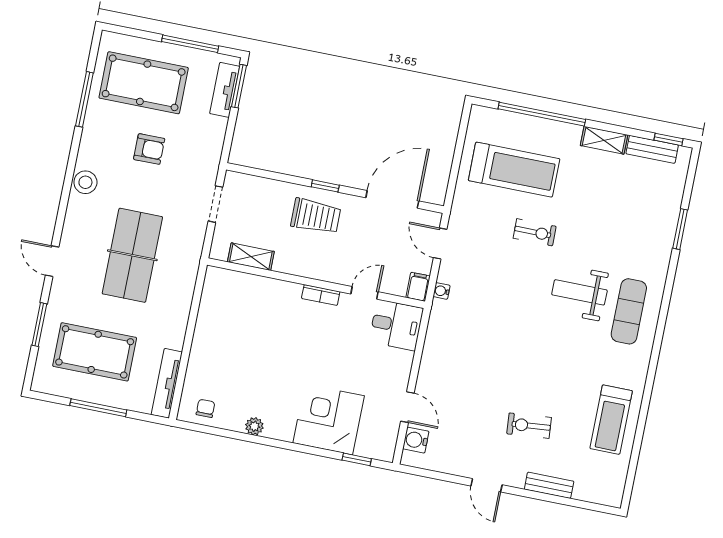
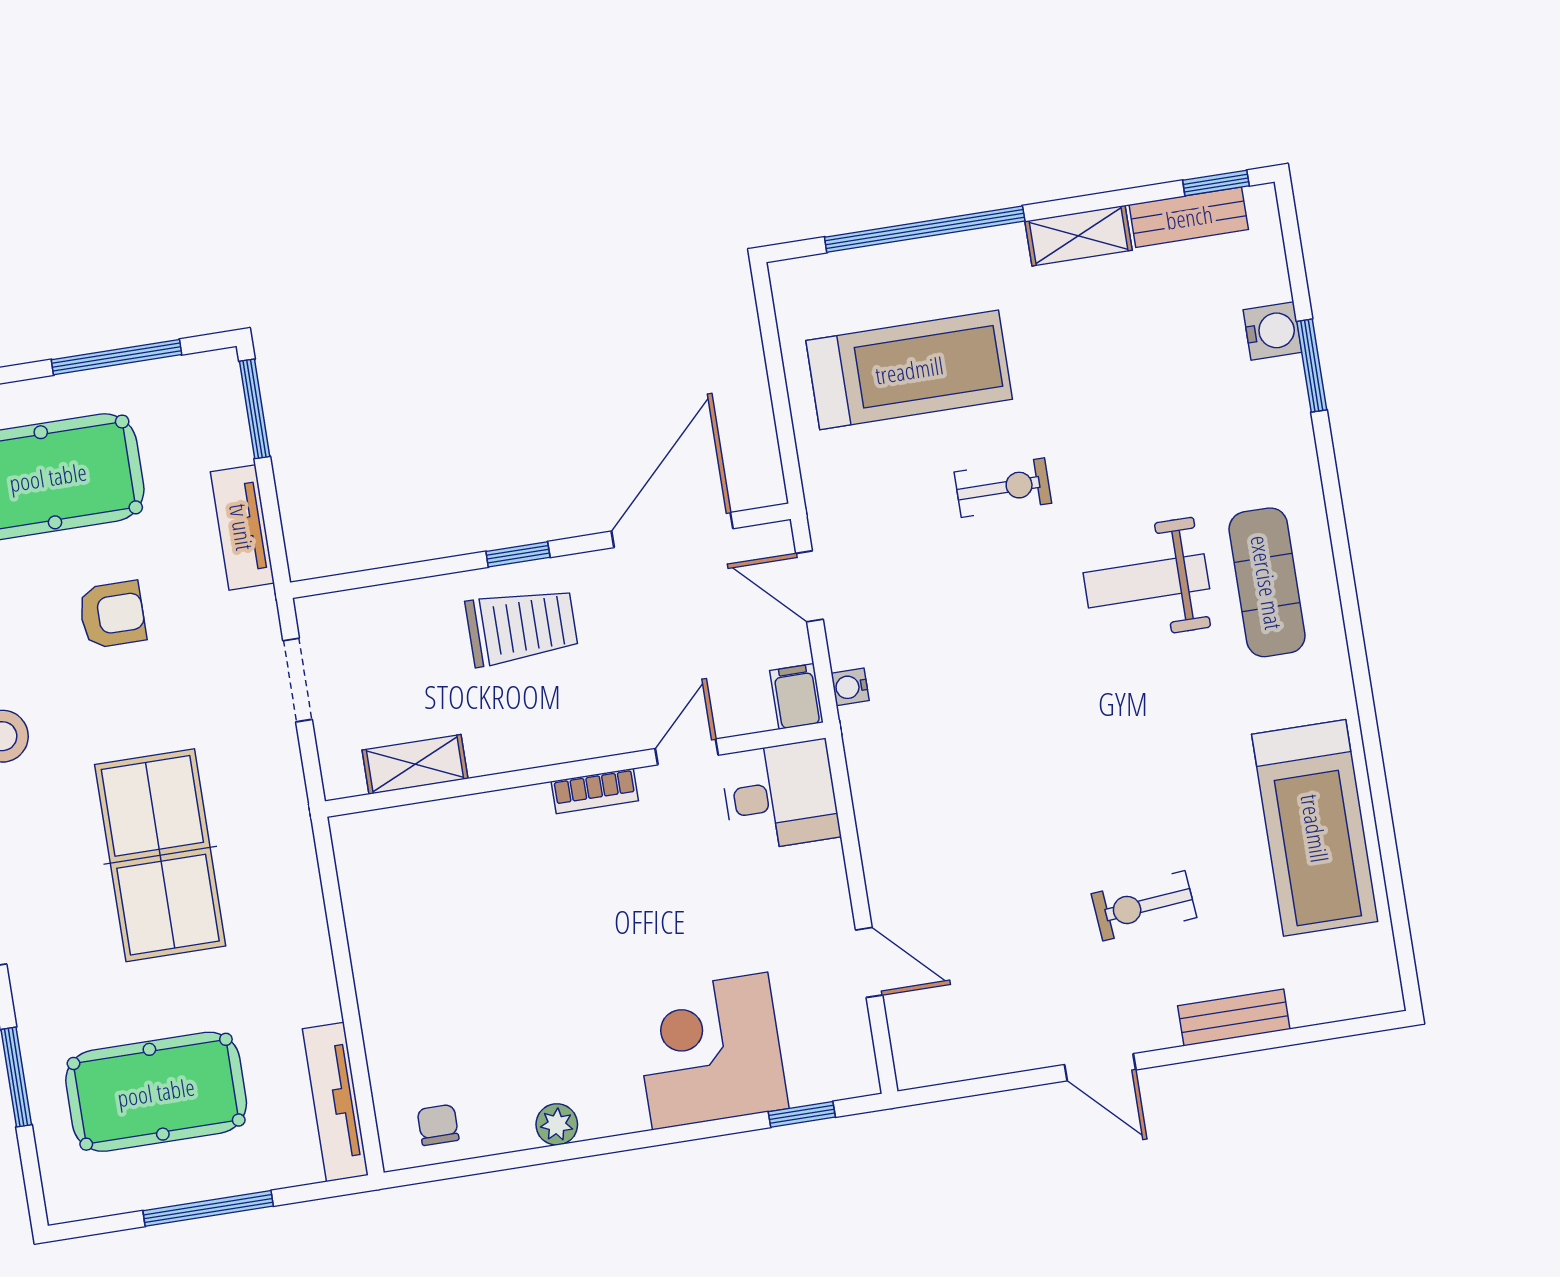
tv unit: (225, 90) -> (242, 527), moved
treadmill: (611, 420) -> (1315, 828), width x1.37, depth x1.38
water cooler: (416, 440) -> (1273, 331), moved, turned 180

